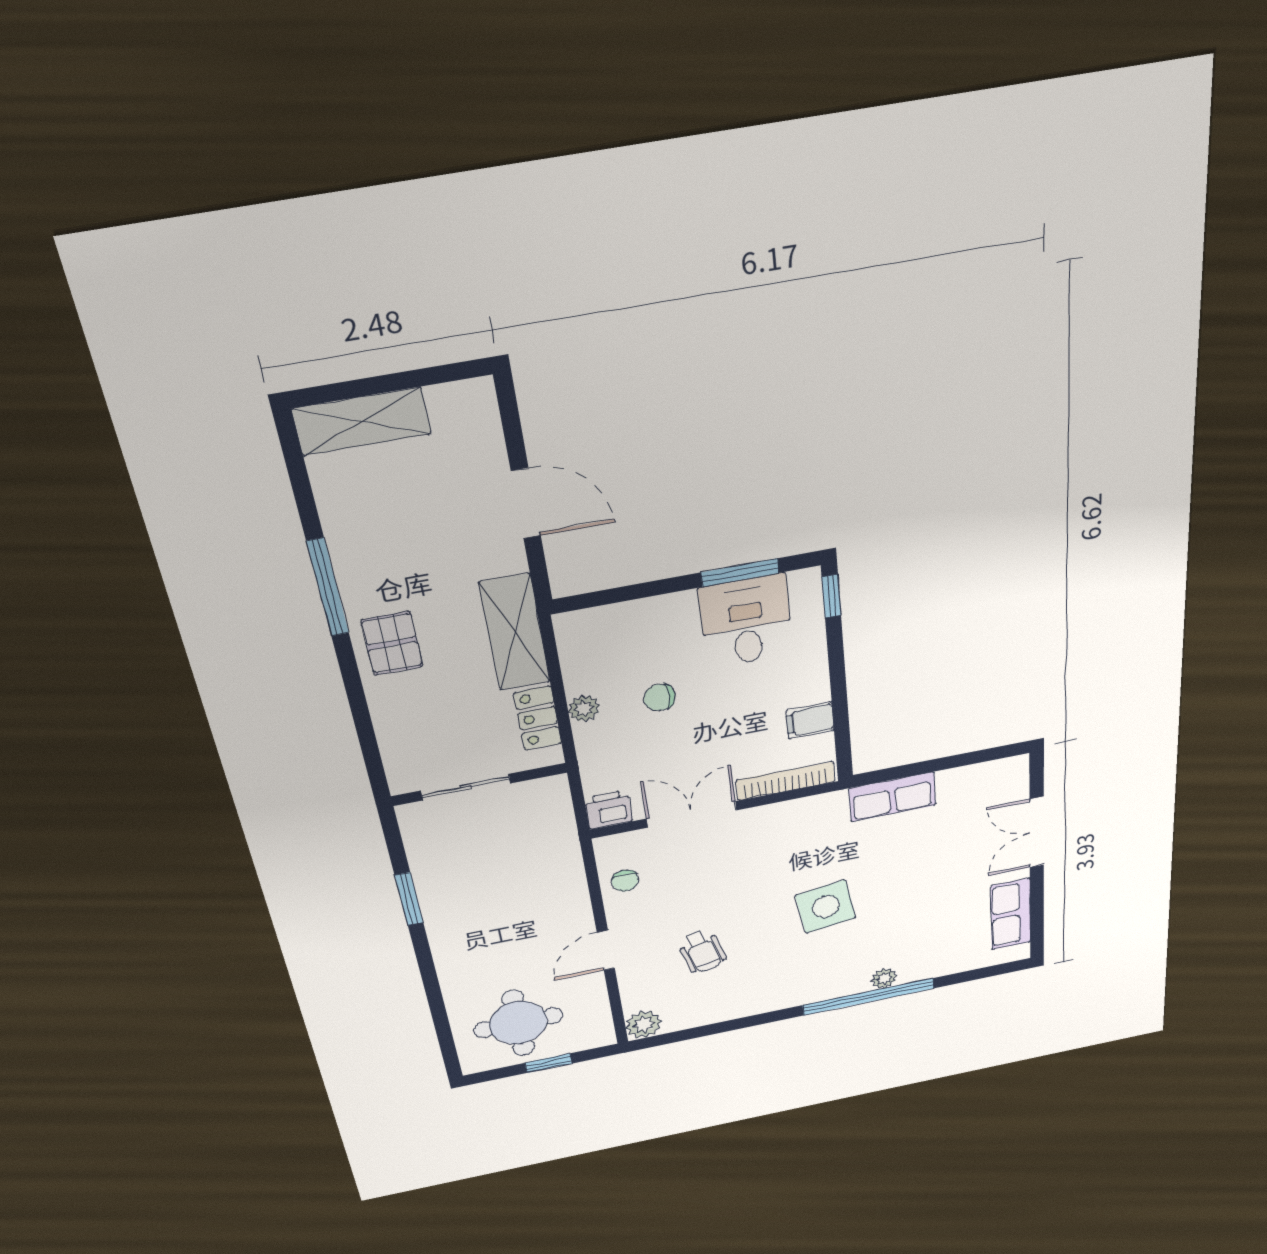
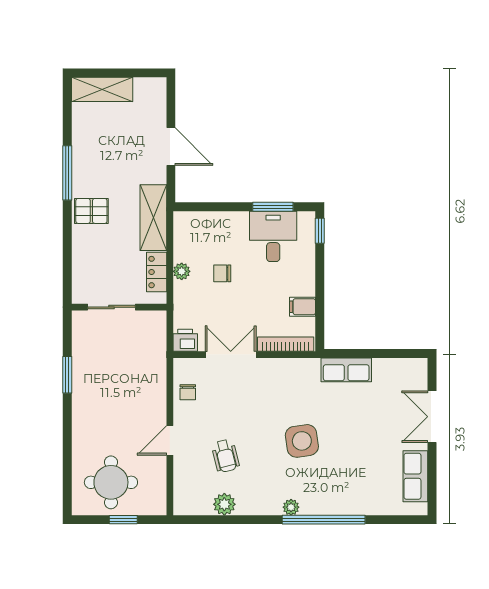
pallet: (392, 643) -> (91, 211), turned 90
plant: (884, 978) -> (291, 507), moved
plant: (644, 1024) -> (224, 504), moved

